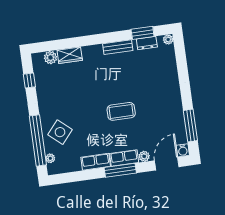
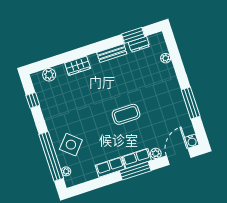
plant: (168, 39) -> (166, 58), moved
wardrobe: (70, 55) -> (78, 66), moved
window: (190, 126) -> (191, 103), moved

